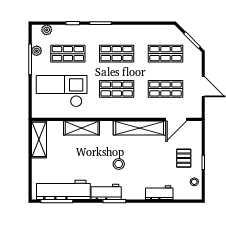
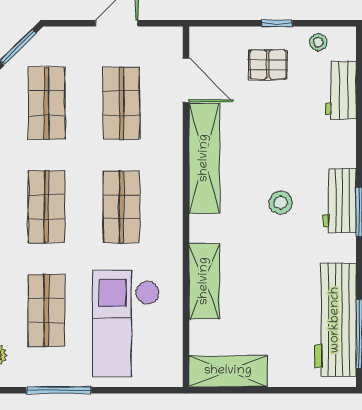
plant: (37, 51) -> (40, 376), removed
workbench: (106, 192) -> (340, 200), moved
workbench: (159, 193) -> (341, 90), moved

